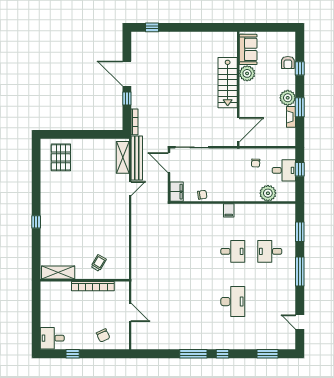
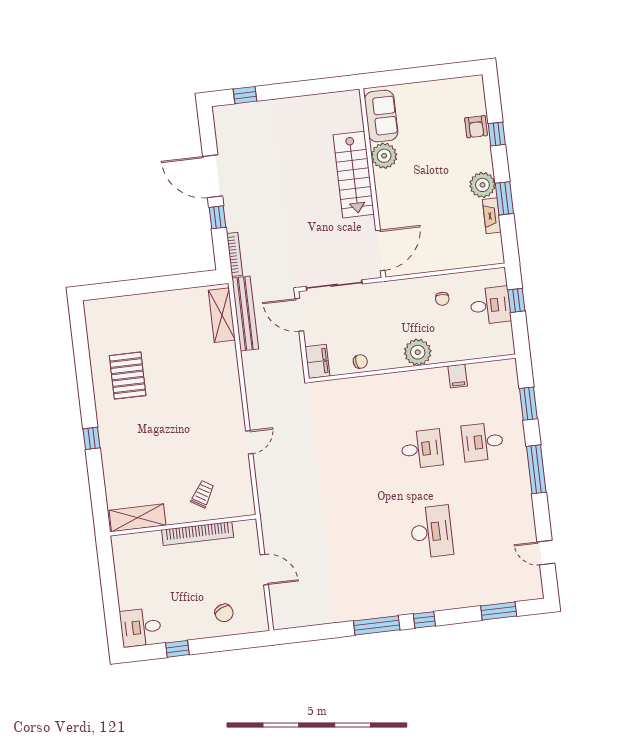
sofa: (248, 49) -> (381, 116), moved
plant: (247, 73) -> (384, 156), moved
stairs: (228, 83) -> (354, 175), moved
wall: (238, 89) -> (372, 183), moved
door: (238, 130) -> (380, 250), moved
pallet: (61, 157) -> (128, 376), moved
door: (130, 189) -> (249, 442), moved
plant: (268, 193) -> (418, 352), moved
filing cabinet: (229, 210) -> (458, 376), moved

